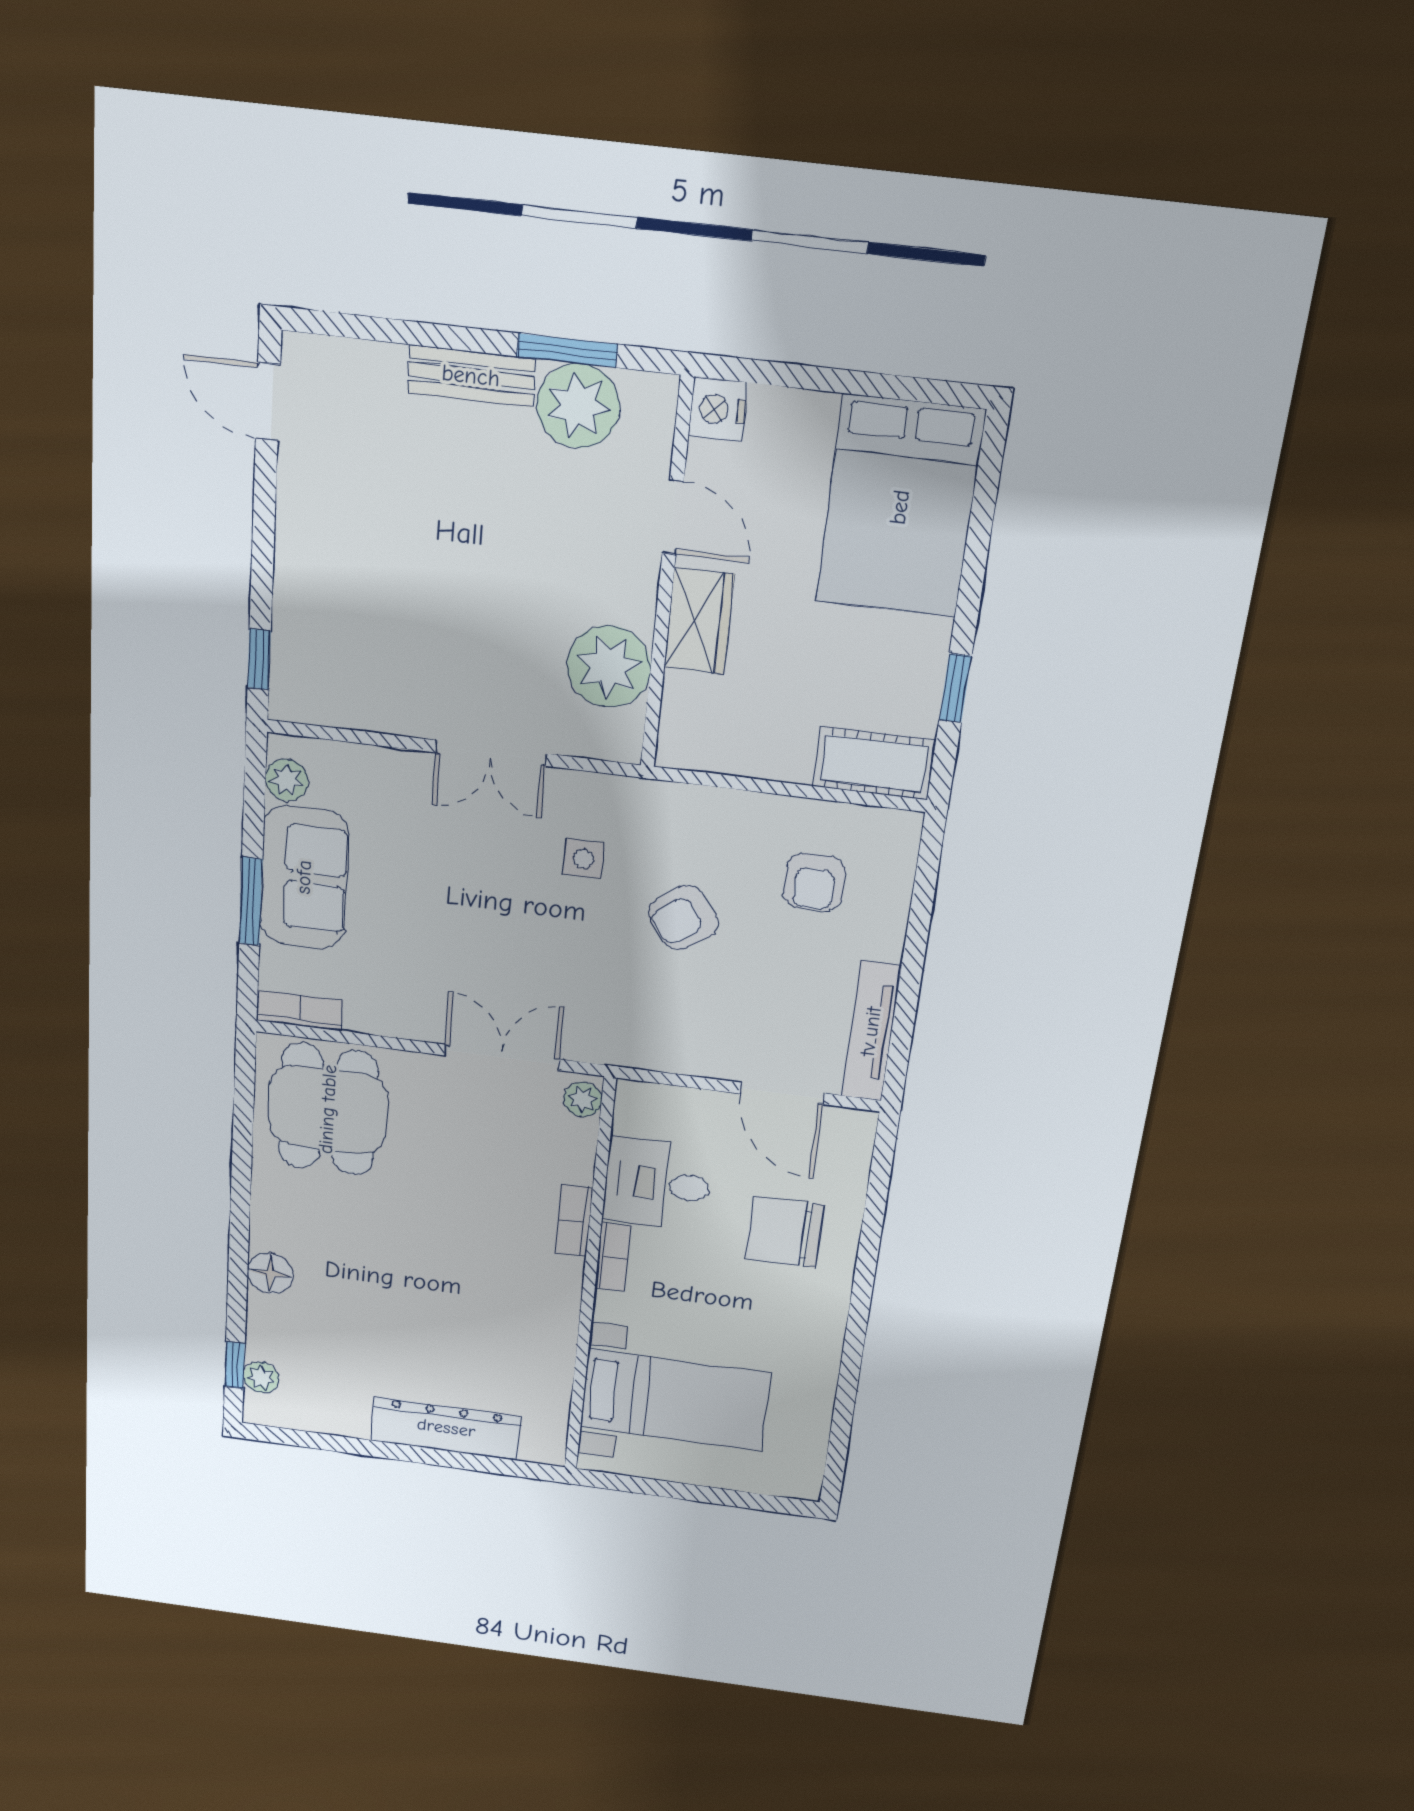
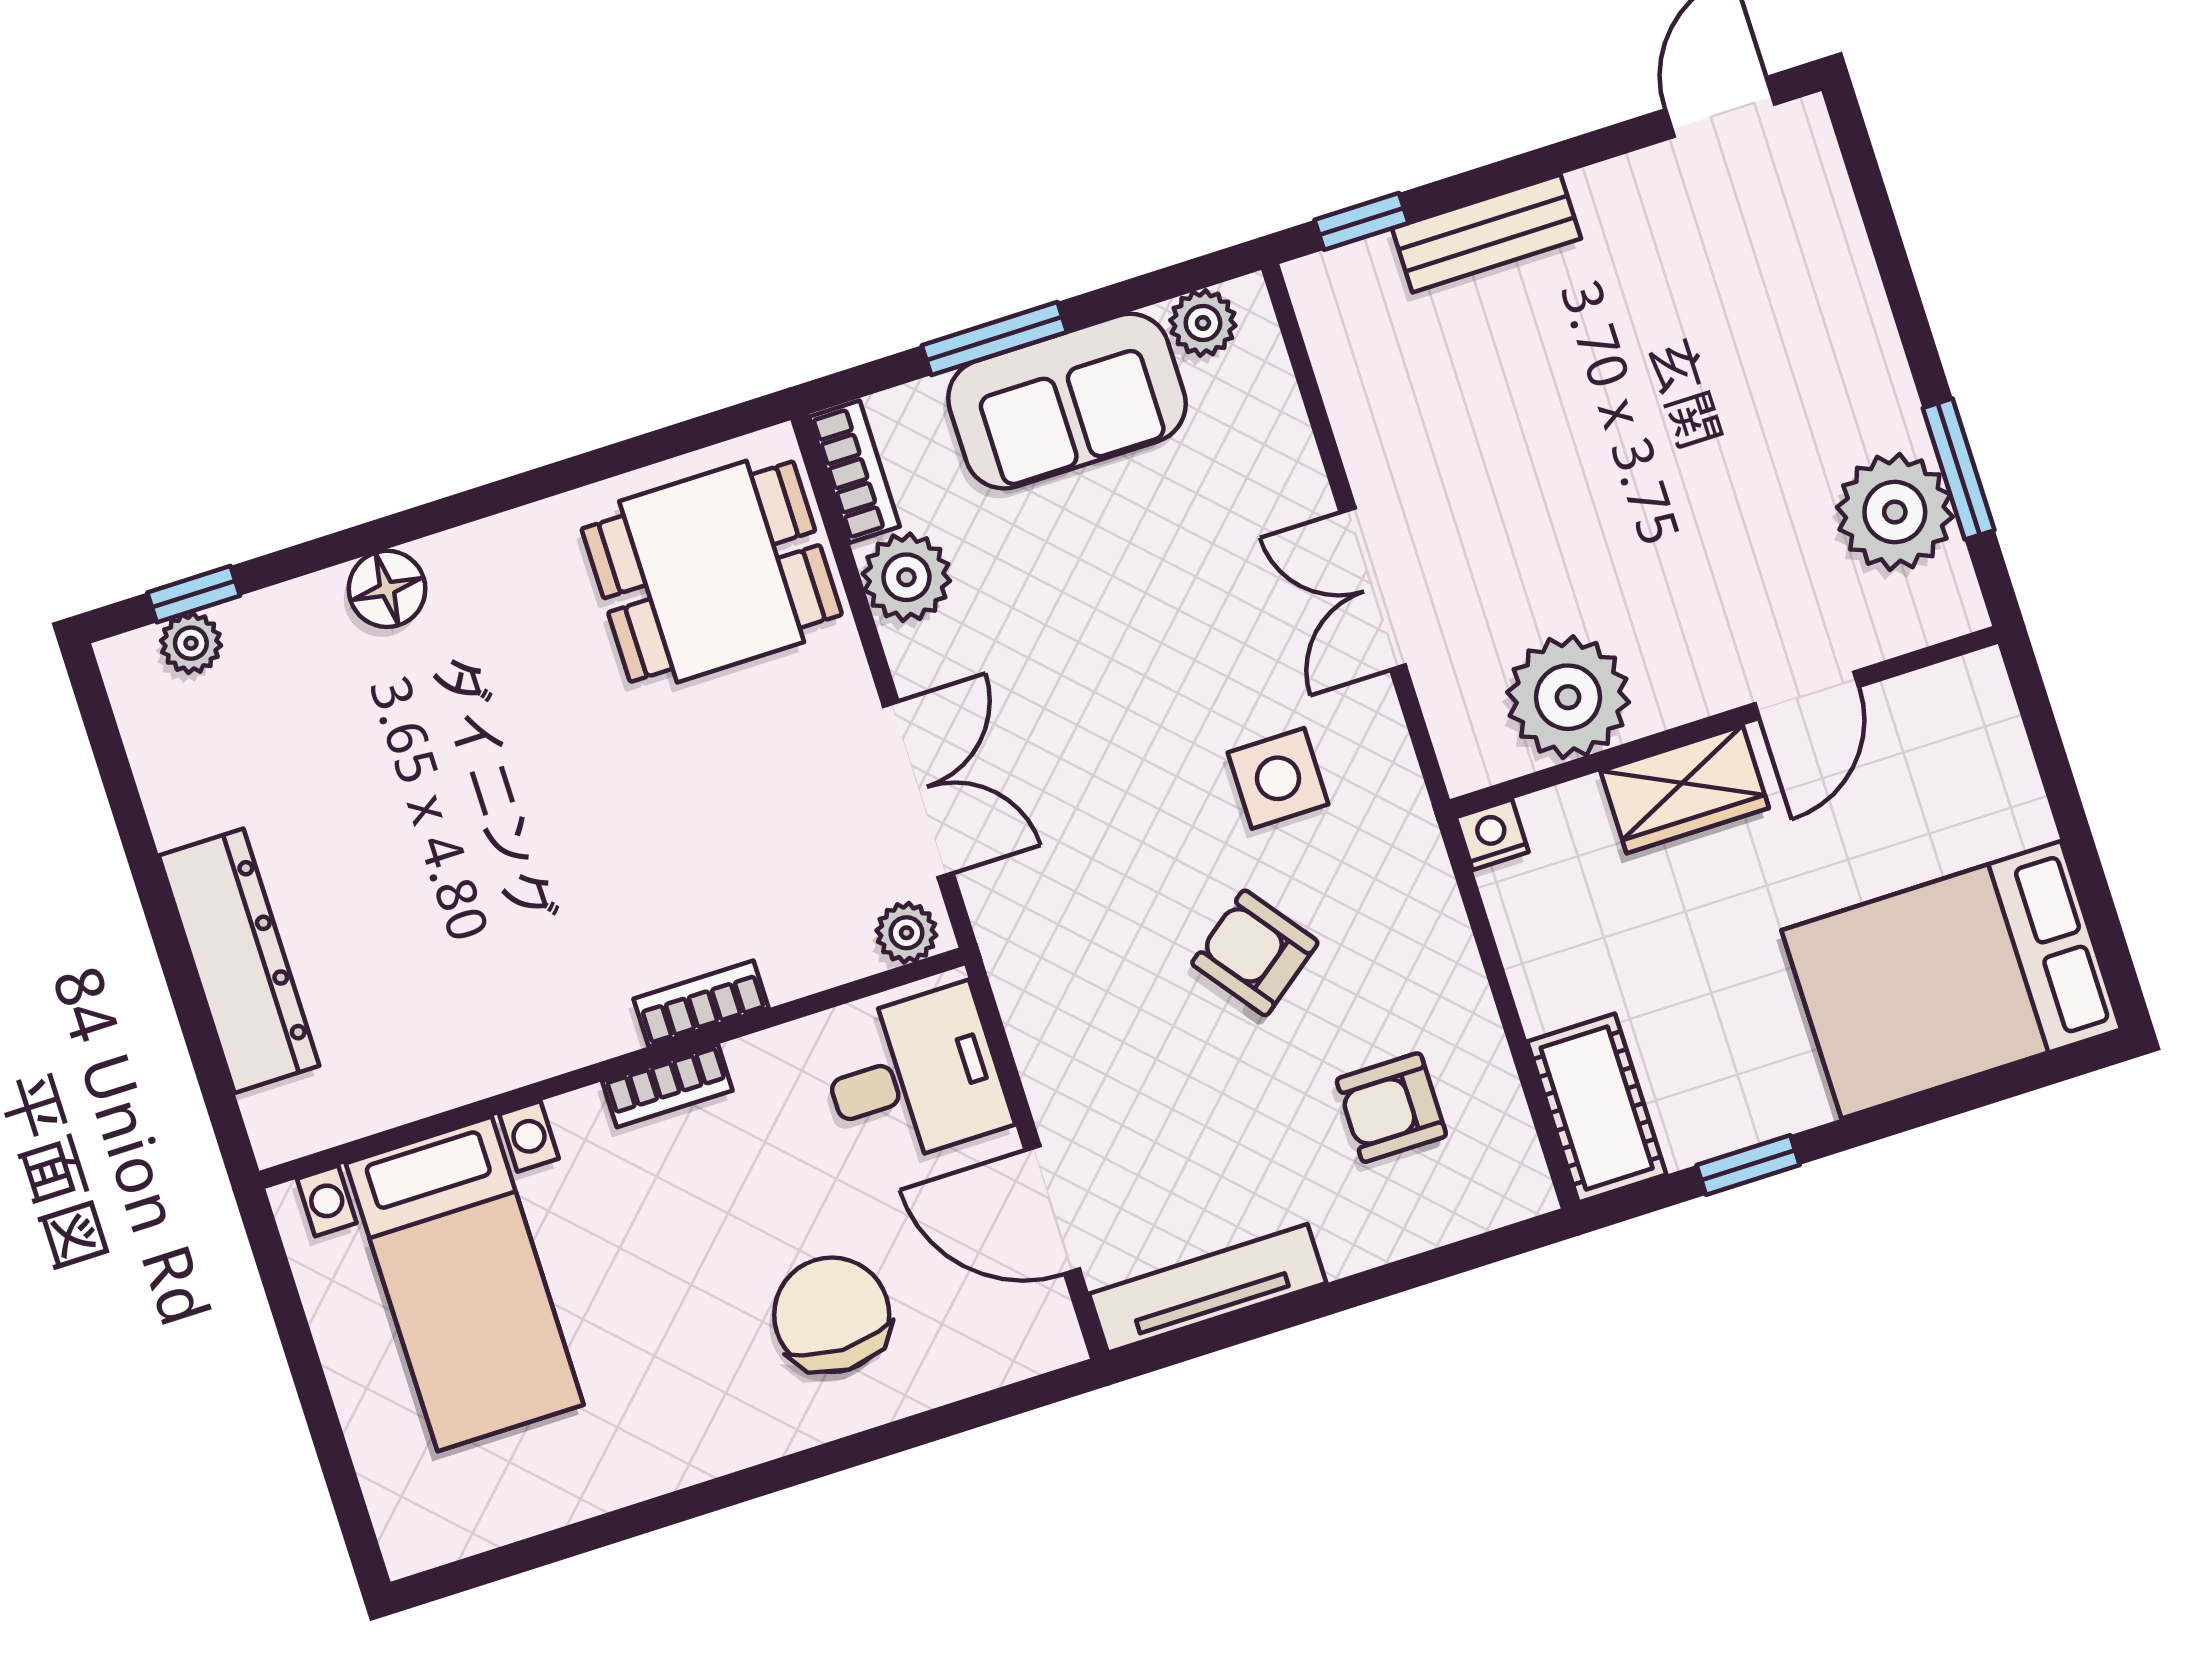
bench: (471, 376) -> (1486, 233), moved, turned 90
nightstand: (718, 409) -> (1492, 835), moved, width x0.72, depth x0.74
side table: (583, 859) -> (1278, 778), width x1.37, depth x1.37
plant: (374, 1010) -> (906, 577), added
door: (782, 1093) -> (1052, 1210), hinge flipped
desk: (657, 1184) -> (914, 1077), moved, turned 90

